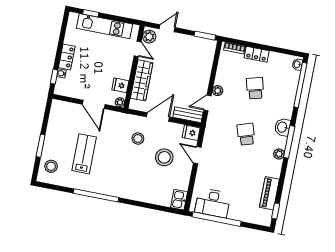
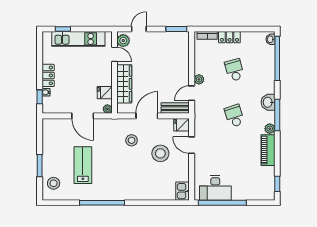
piano: (269, 193) -> (268, 150), moved

